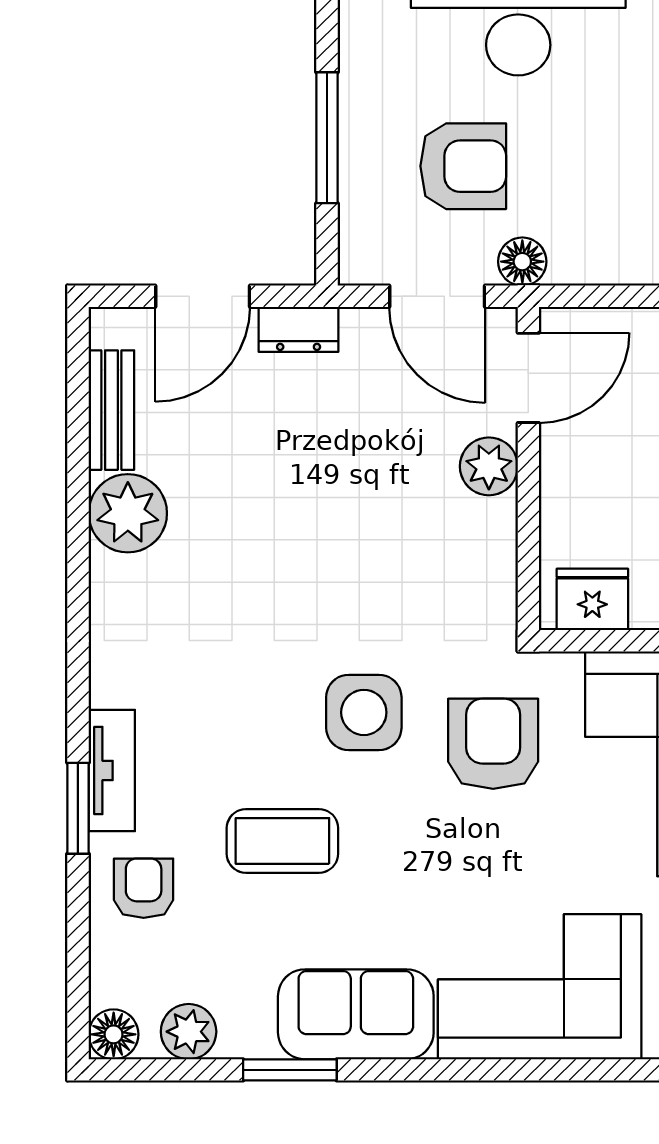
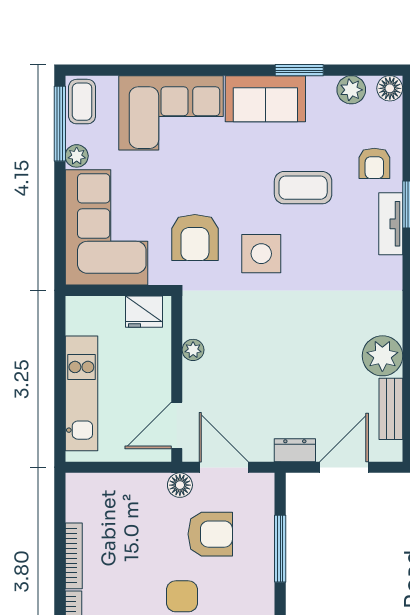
armchair: (463, 166) -> (210, 534), turned 180
plant: (489, 466) -> (193, 350), moved, width x0.73, depth x0.73

